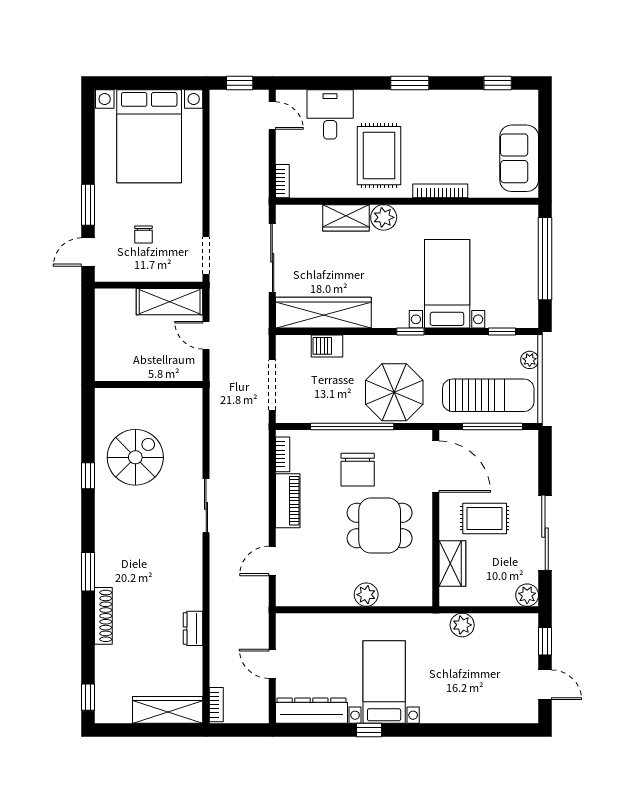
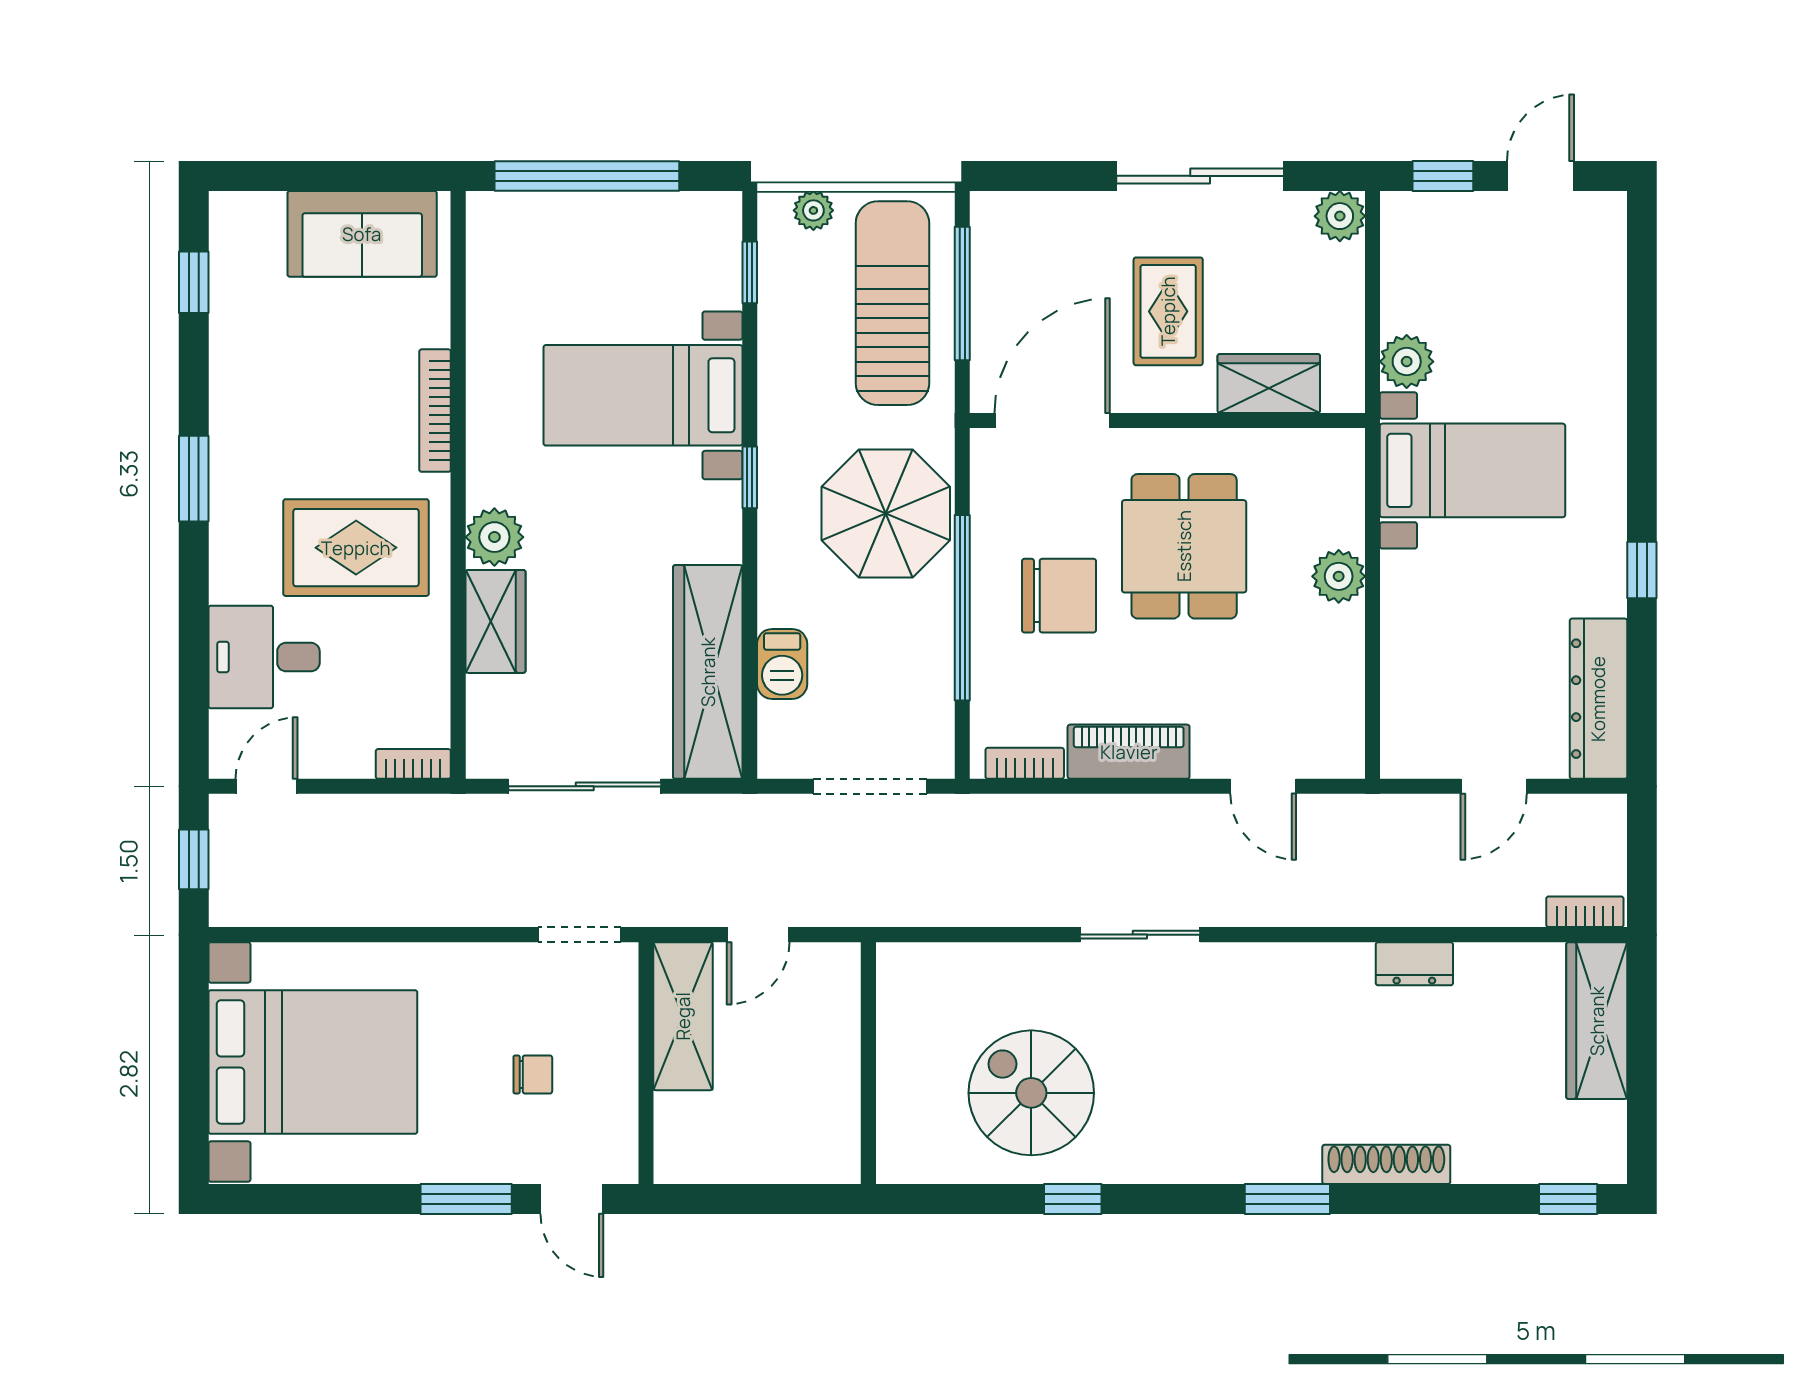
bed with nightstands: (384, 682) -> (1473, 470), moved, turned 180

